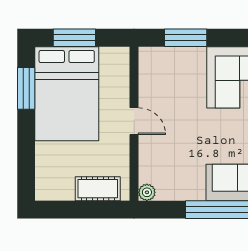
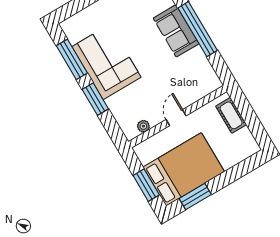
window: (186, 38) -> (95, 99), moved
plant: (147, 192) -> (143, 126), moved

